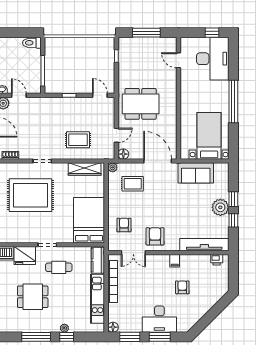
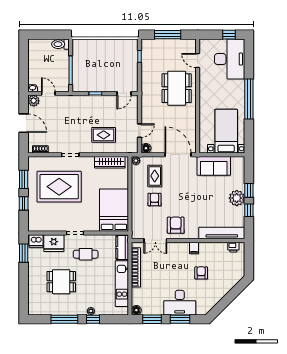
door: (100, 95) -> (124, 93), swing flipped
dining table: (141, 104) -> (177, 88), moved, turned 90
rug: (133, 184) -> (155, 176), turned 90
armchair: (124, 225) -> (154, 199), moved

